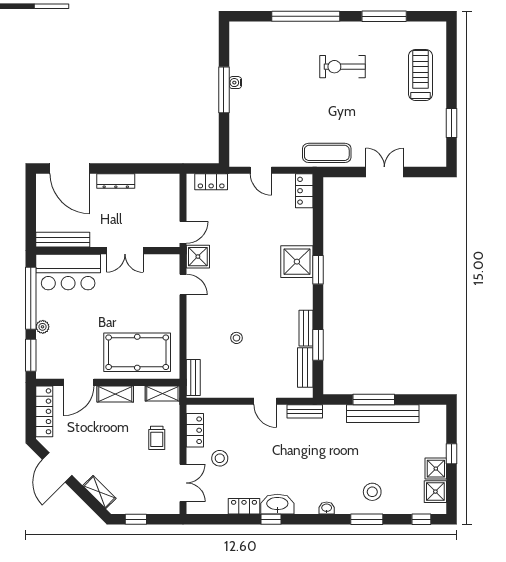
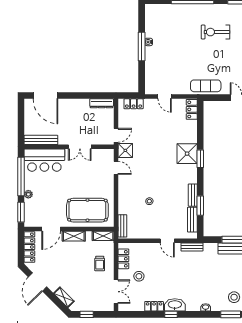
dresser: (116, 181) -> (102, 103), moved

